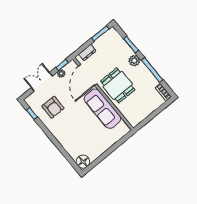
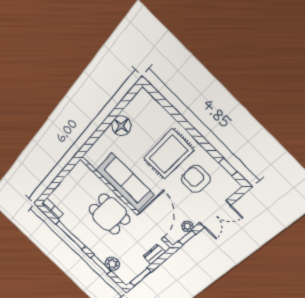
plant: (134, 61) -> (112, 264), moved
rug: (70, 126) -> (168, 154), added
floor lamp: (83, 162) -> (121, 126), moved

